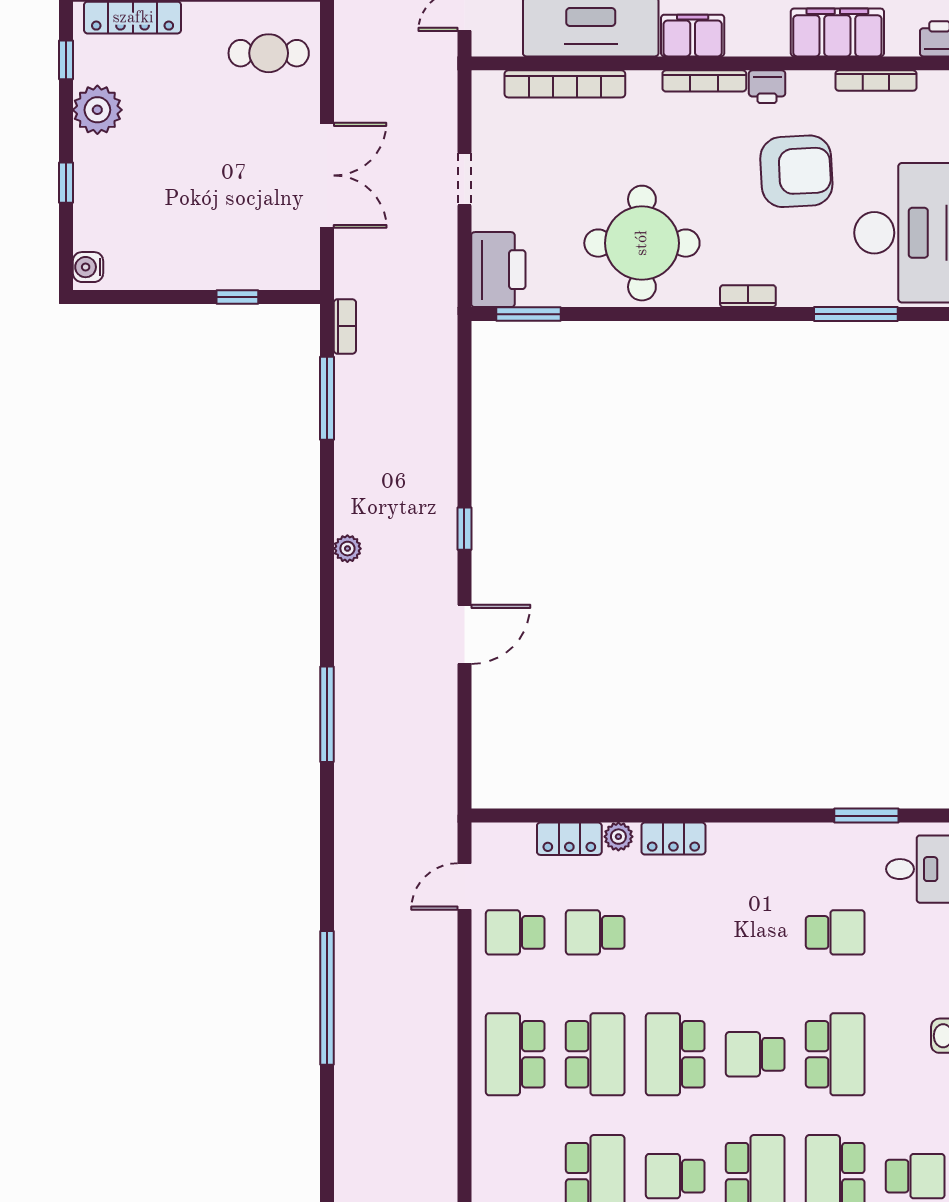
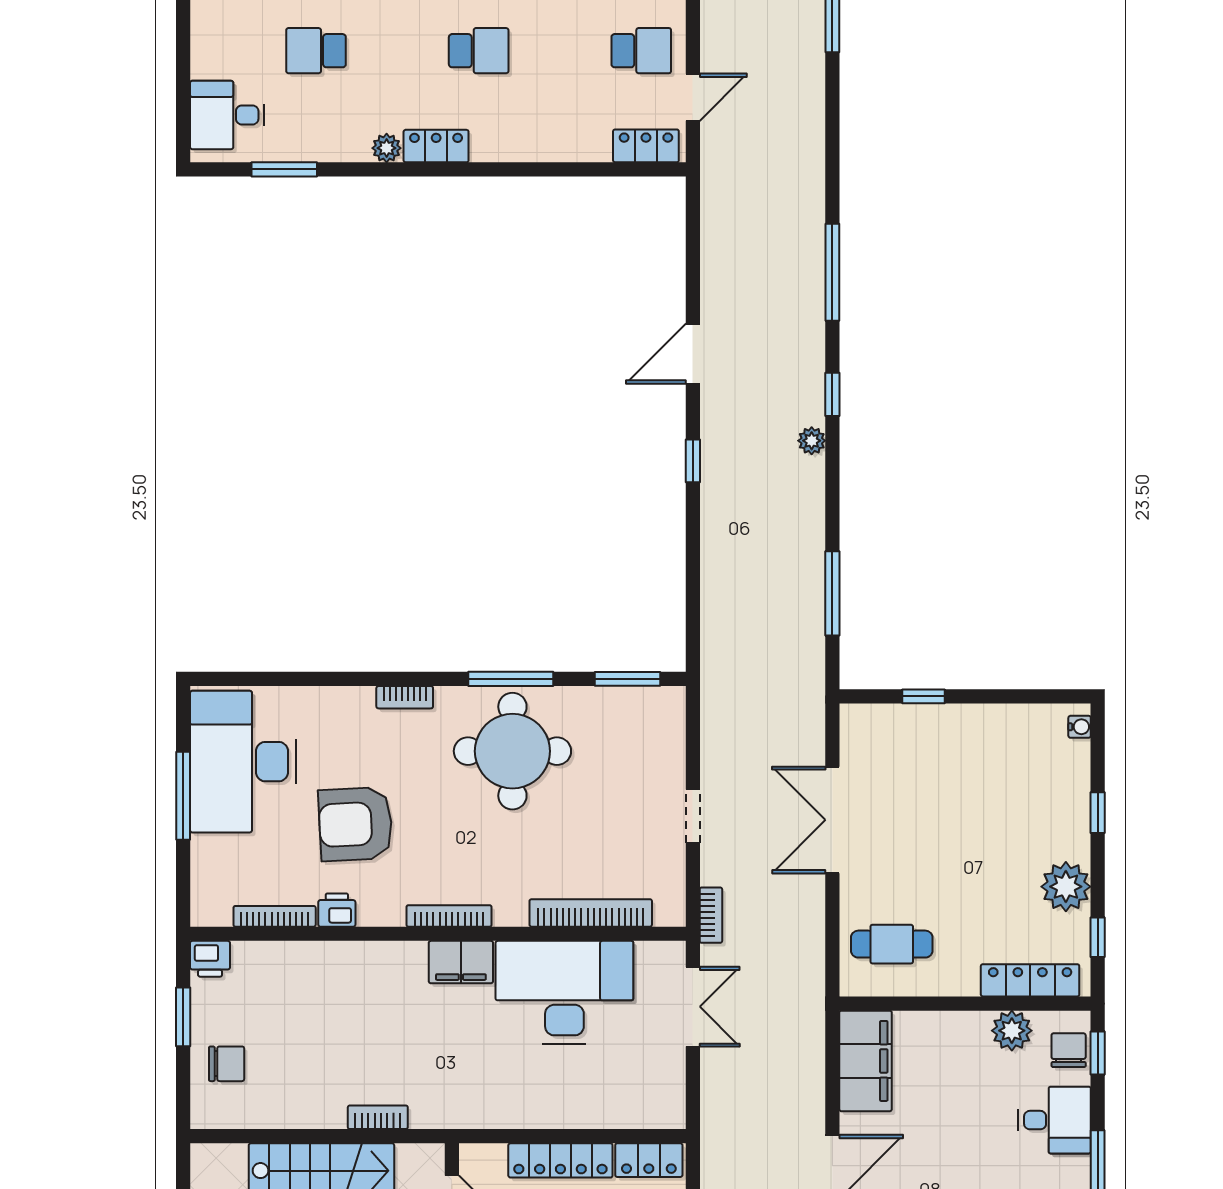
filing cabinet: (837, 32) -> (314, 965), removed
printer: (767, 87) -> (337, 910), moved
water cooler: (88, 267) -> (1080, 727), width x0.72, depth x0.72
printer: (498, 270) -> (658, 724), removed
window: (856, 314) -> (511, 679), moved
bookcase: (345, 326) -> (711, 915), moved, turned 180
window: (327, 594) -> (832, 394), added
plant: (618, 837) -> (387, 148), moved
locker: (569, 839) -> (646, 146), moved
locker: (673, 839) -> (436, 146), moved
school desk: (595, 932) -> (479, 51), moved

